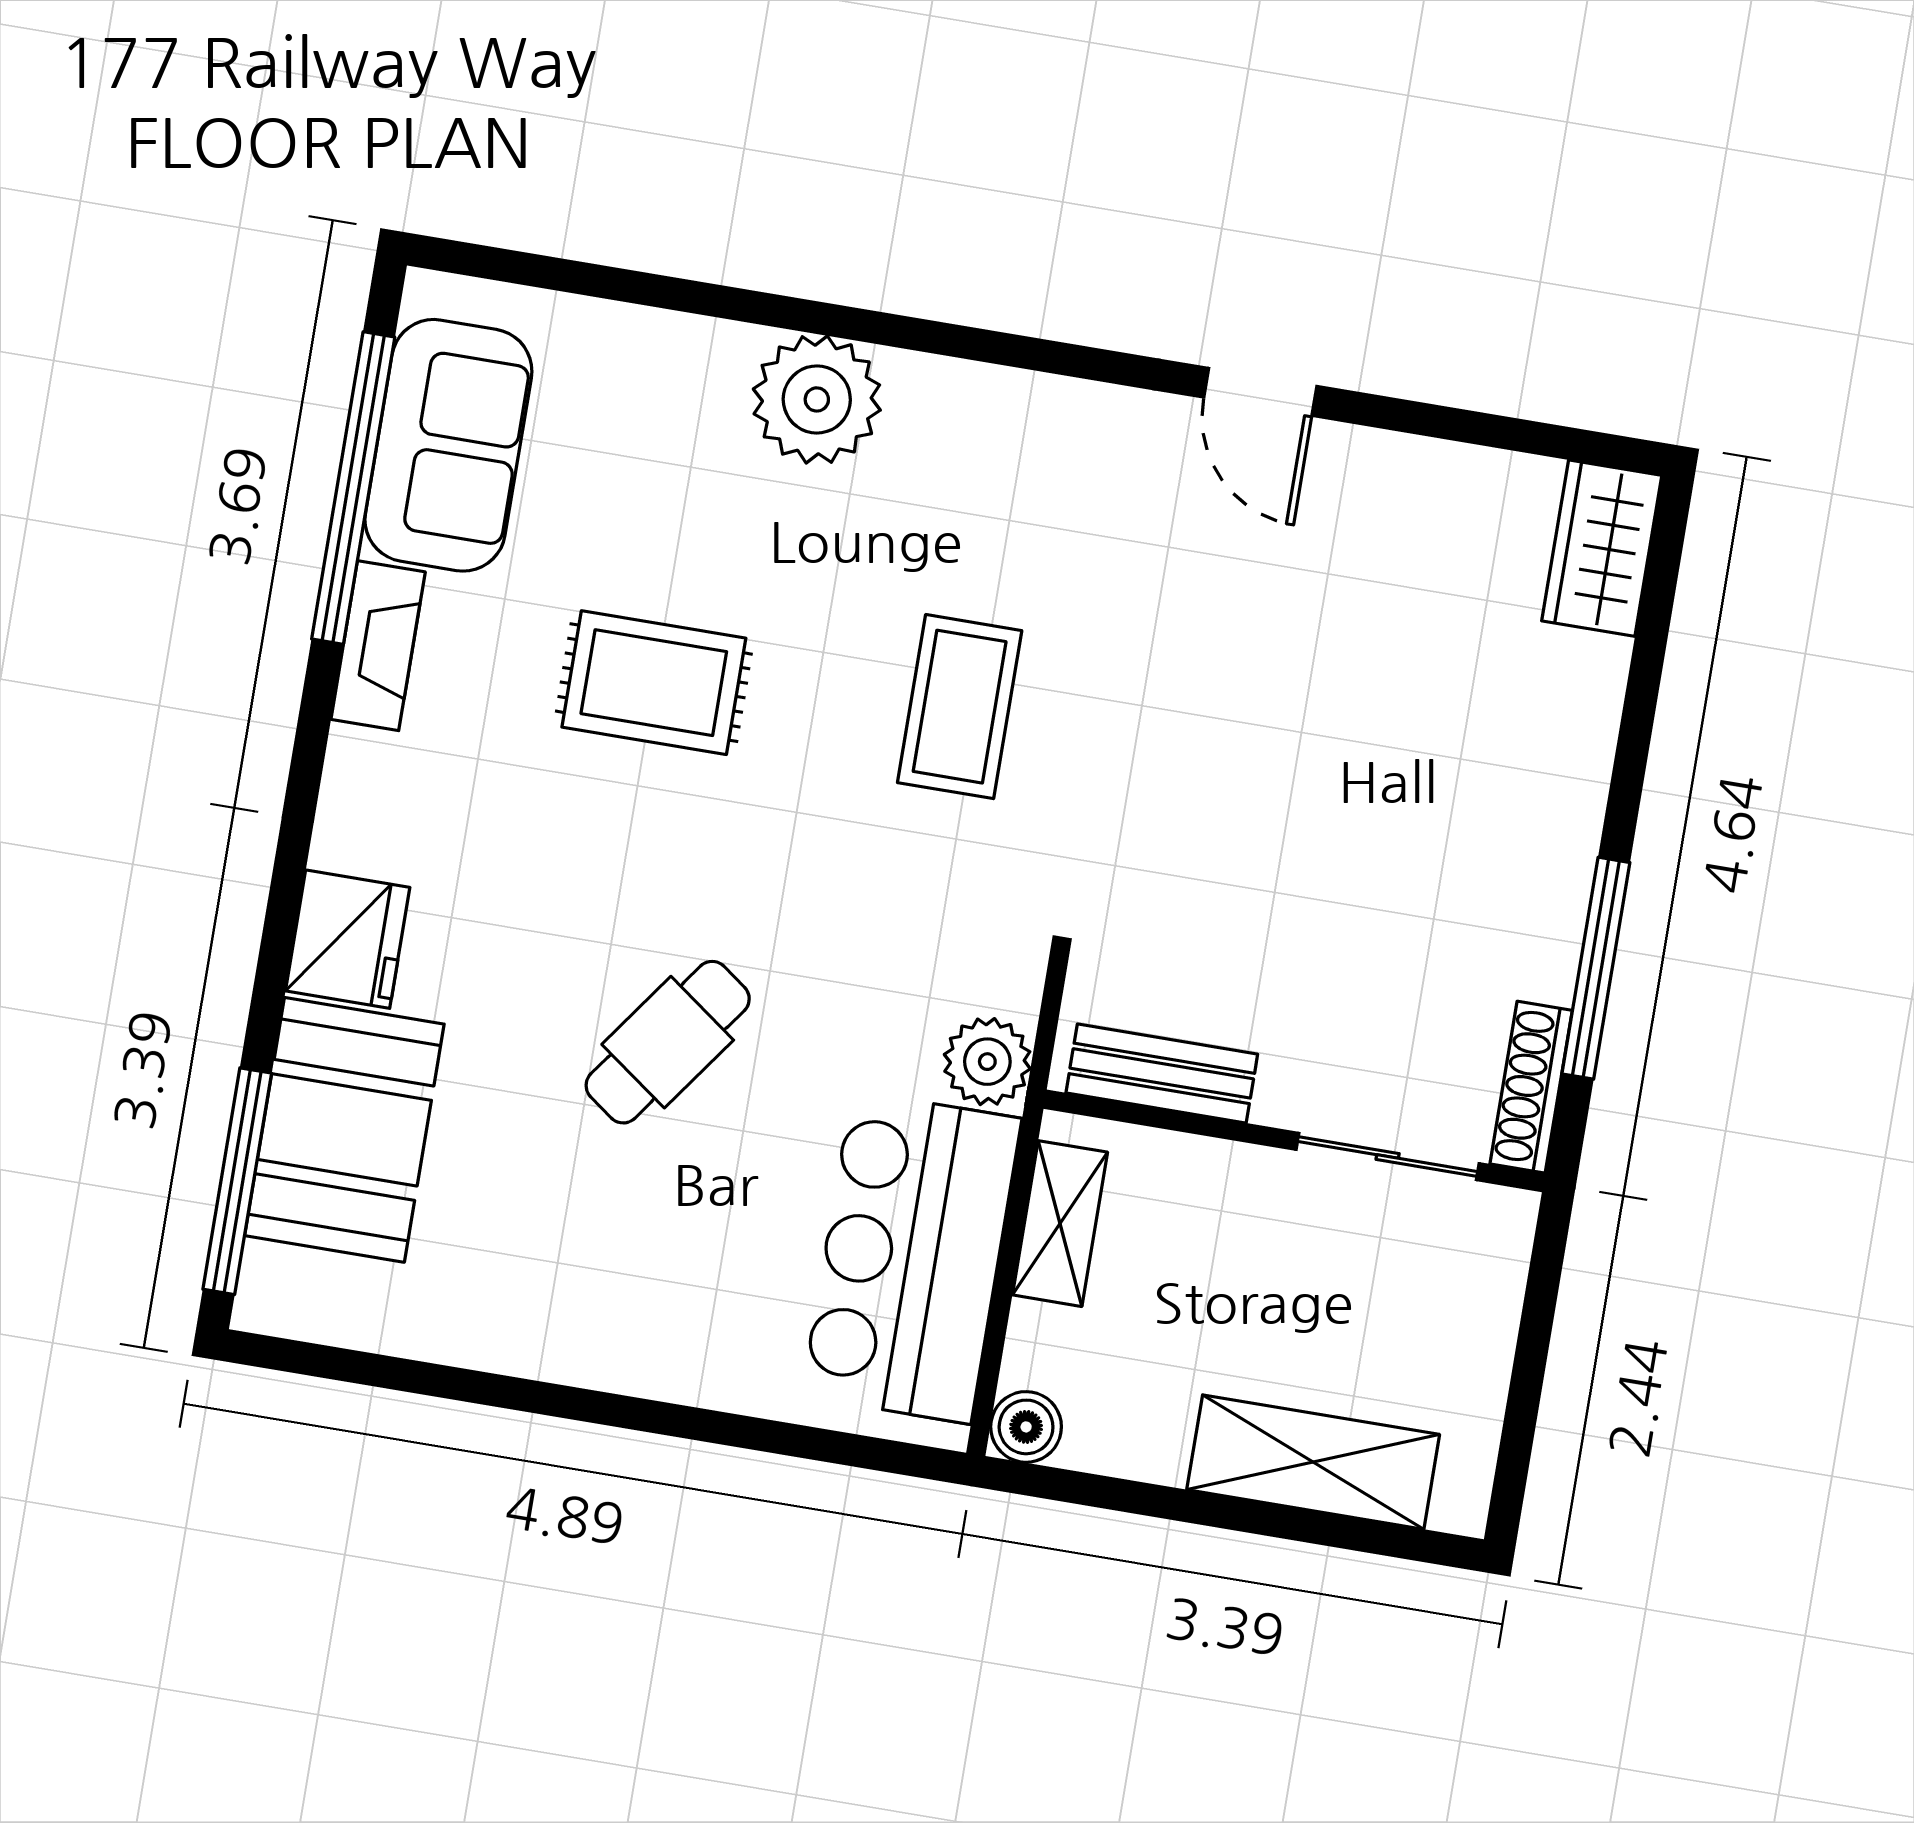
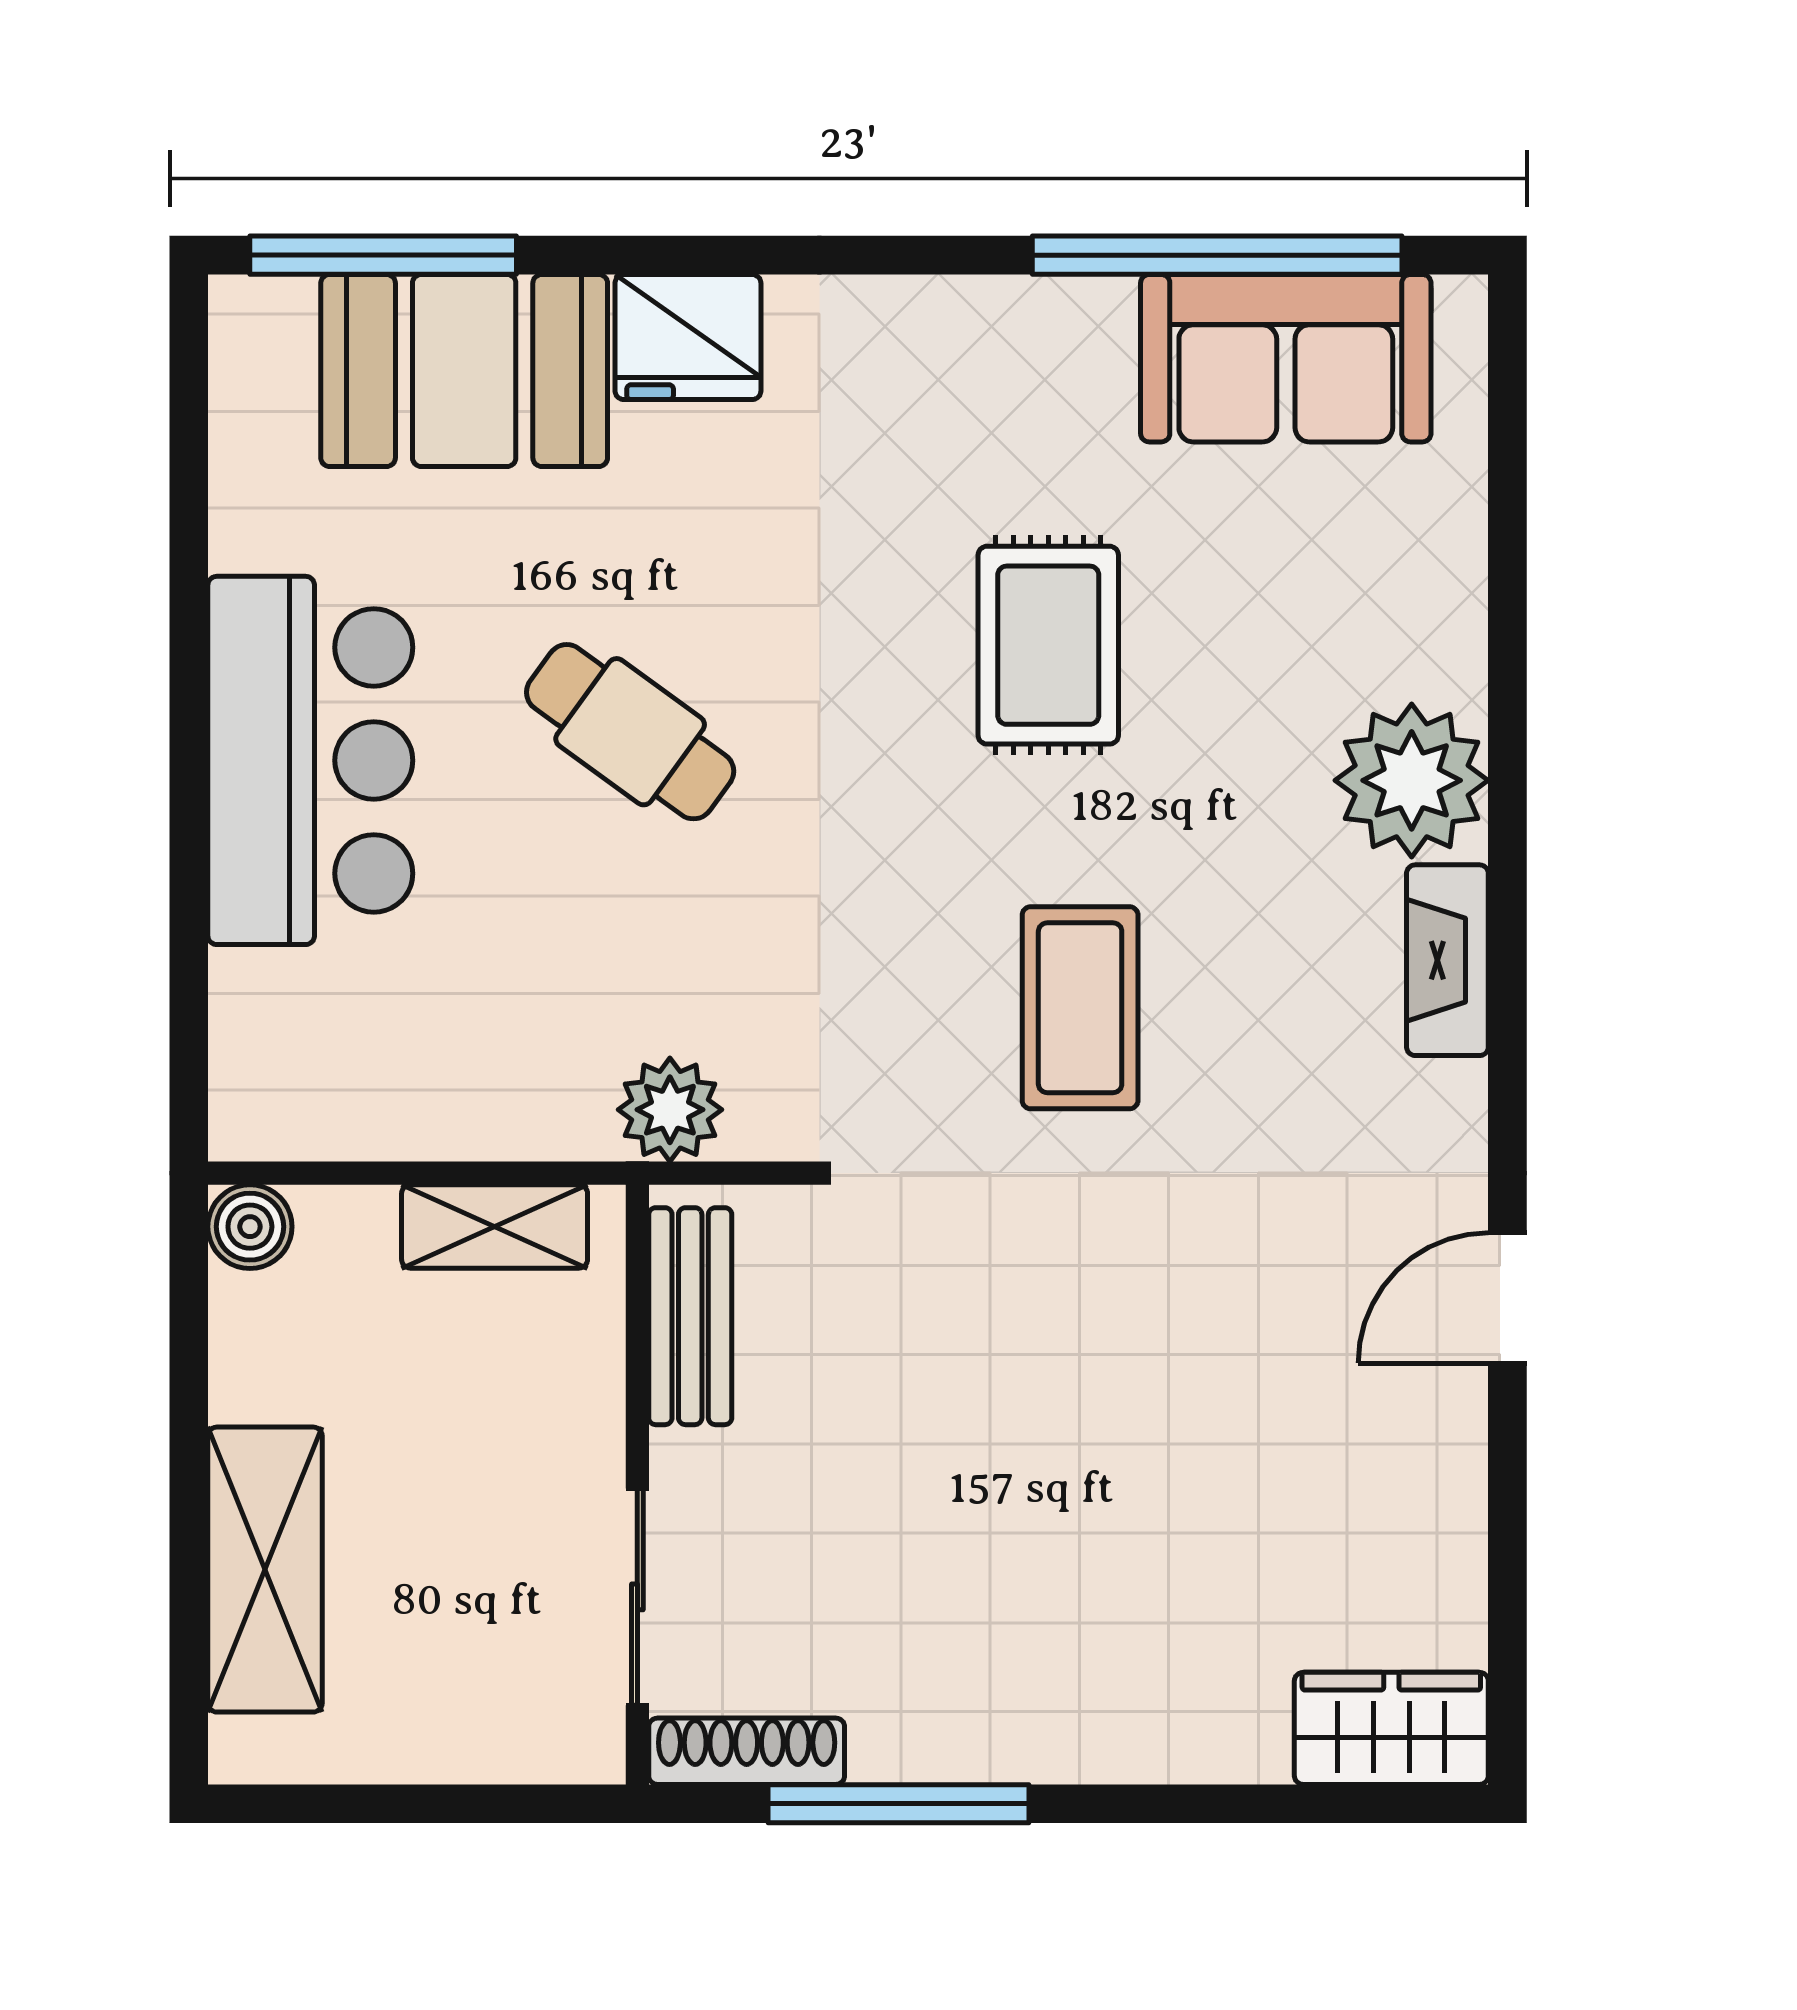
fireplace: (378, 646) -> (1447, 960), moved, turned 90
coffee table: (960, 707) -> (1080, 1008), turned 90
bar counter: (912, 1257) -> (310, 760), moved, turned 90

